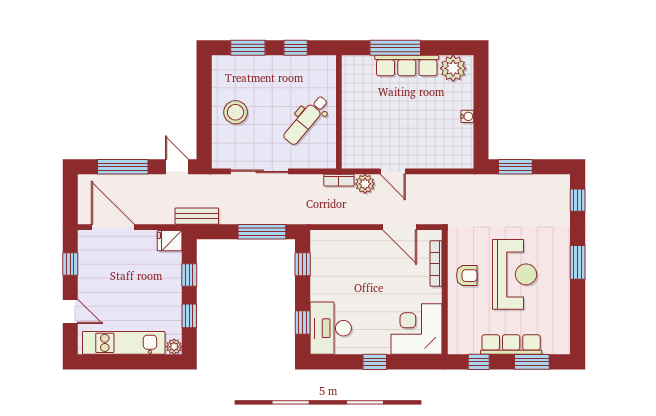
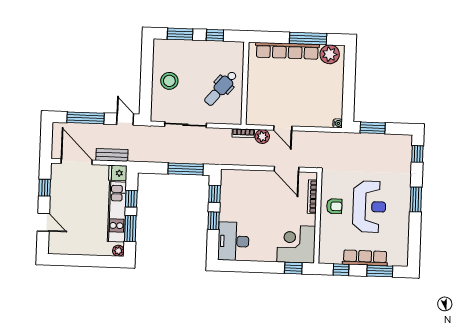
window: (395, 48) -> (308, 38), moved
row of seats: (407, 66) -> (287, 51), width x1.36
water cooler: (467, 116) -> (338, 123), moved
bench: (197, 216) -> (112, 155), moved
window: (189, 316) -> (130, 229), width x1.50
window: (303, 323) -> (214, 221), moved
kitchen unit: (124, 343) -> (117, 212), moved, turned -90
window: (375, 362) -> (293, 268), moved

